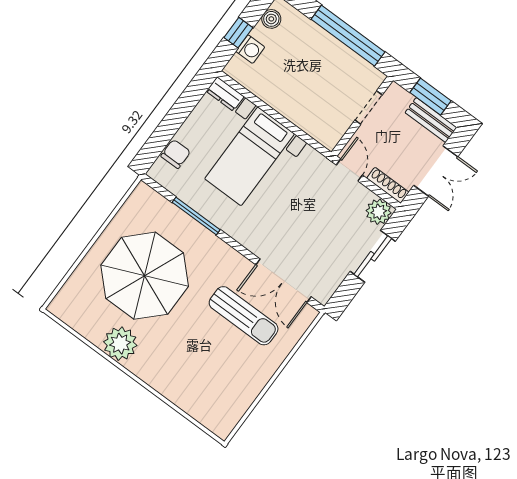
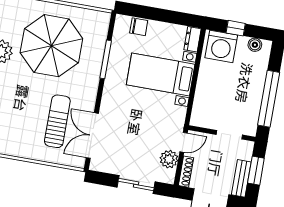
washing machine: (250, 49) -> (221, 46), width x1.89, depth x1.89
plant: (379, 212) -> (169, 159), moved
sun lounger: (244, 316) -> (57, 121), turned 180

